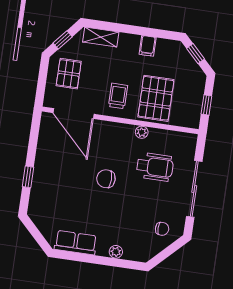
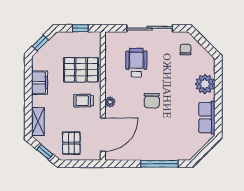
filing cabinet: (148, 46) -> (40, 83), width x2.00
pallet: (69, 74) -> (71, 143), turned 90
plant: (142, 132) -> (110, 102), moved
window: (28, 177) -> (159, 164), width x2.17
plant: (116, 252) -> (205, 84), width x1.88, depth x1.88

